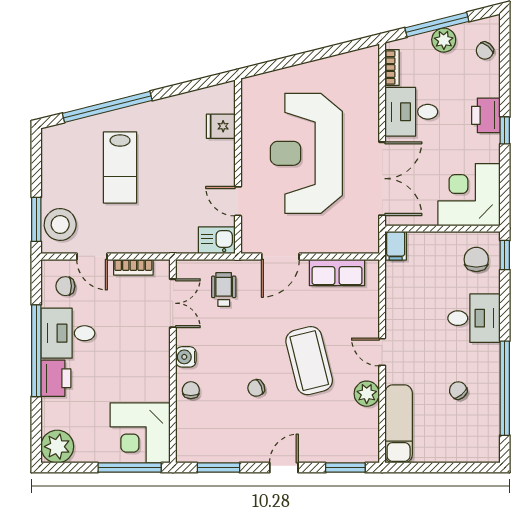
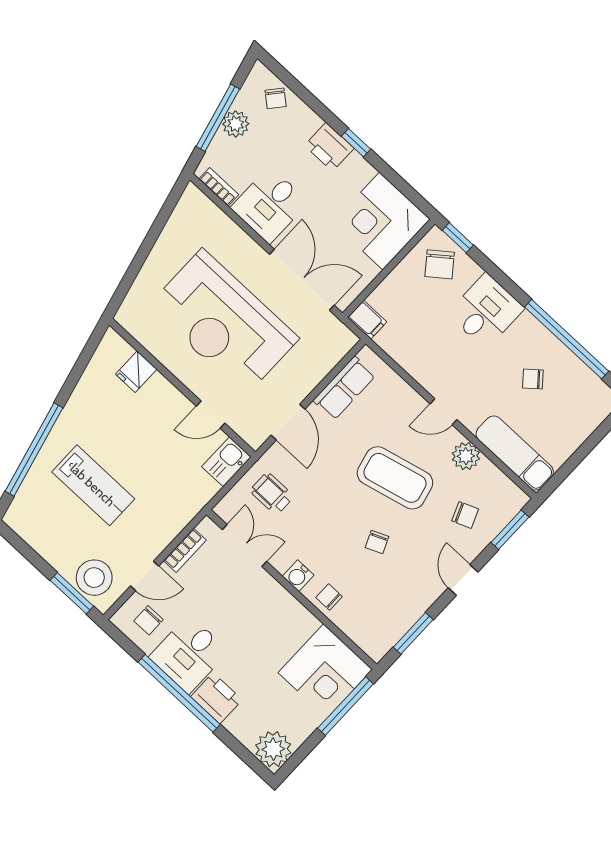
chair: (476, 259) -> (440, 264), turned -128
chair: (328, 429) -> (465, 515), added

